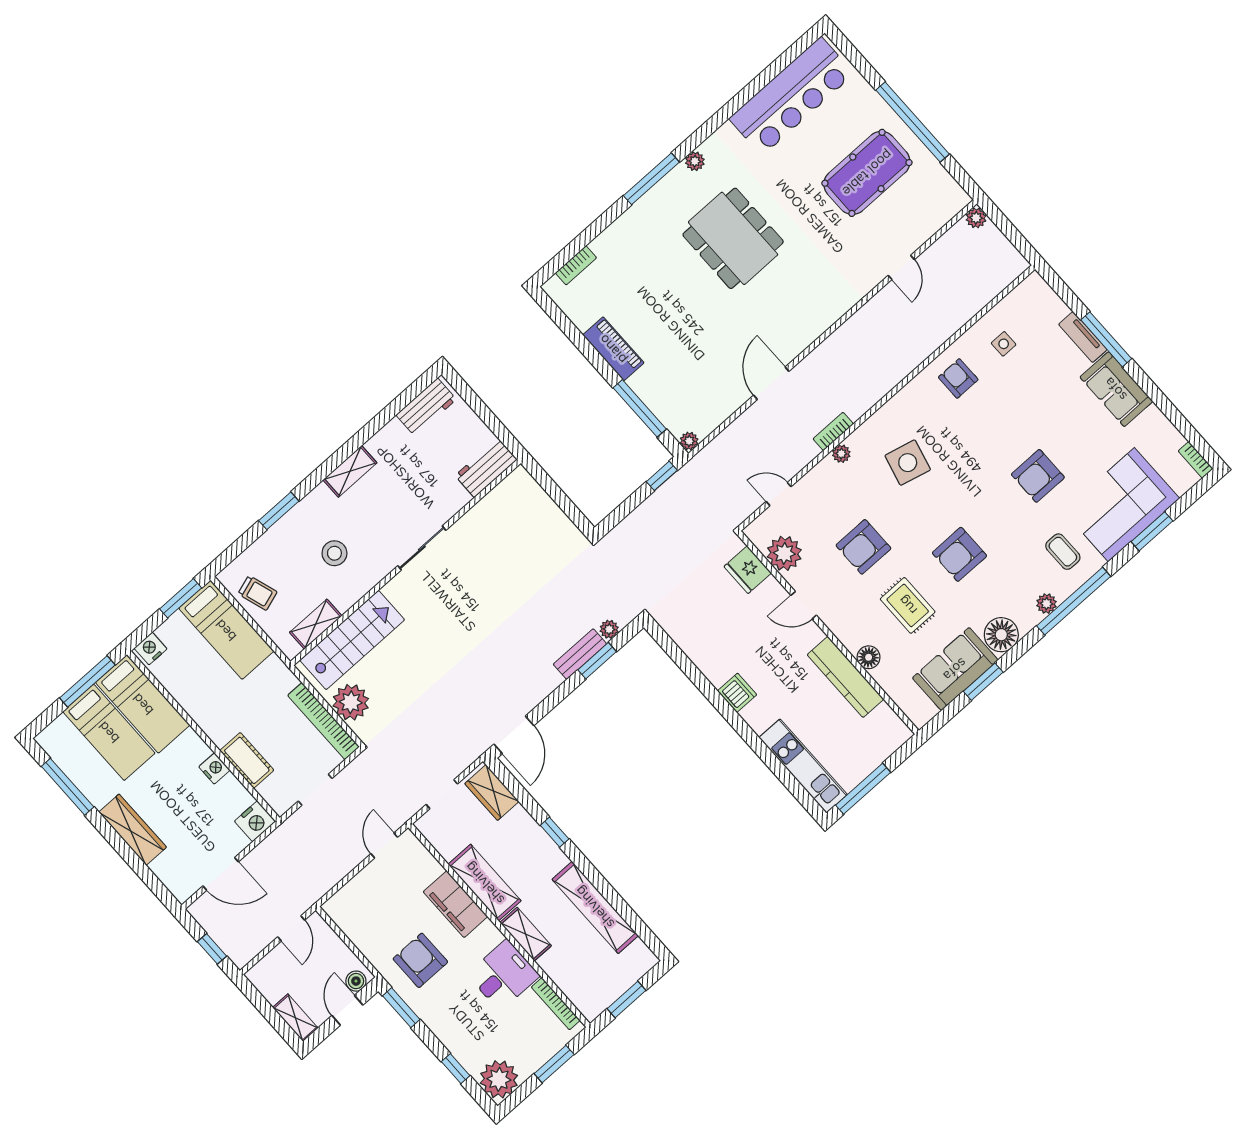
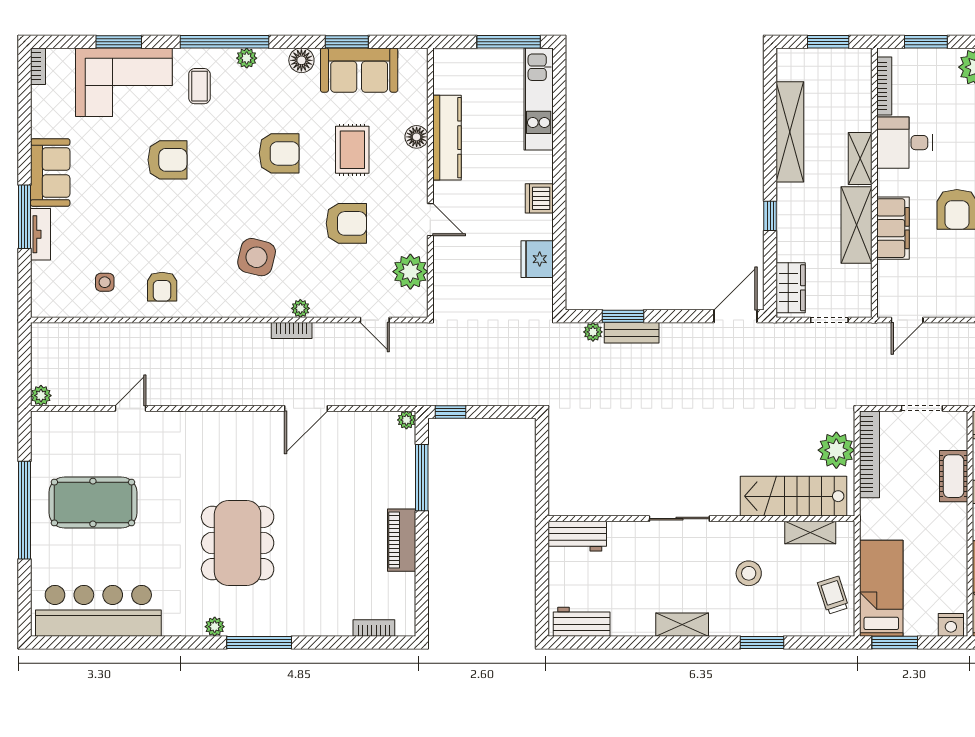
fridge: (748, 570) -> (537, 259), moved, turned 180
floor lamp: (1001, 635) -> (301, 60), width x0.73, depth x0.73

